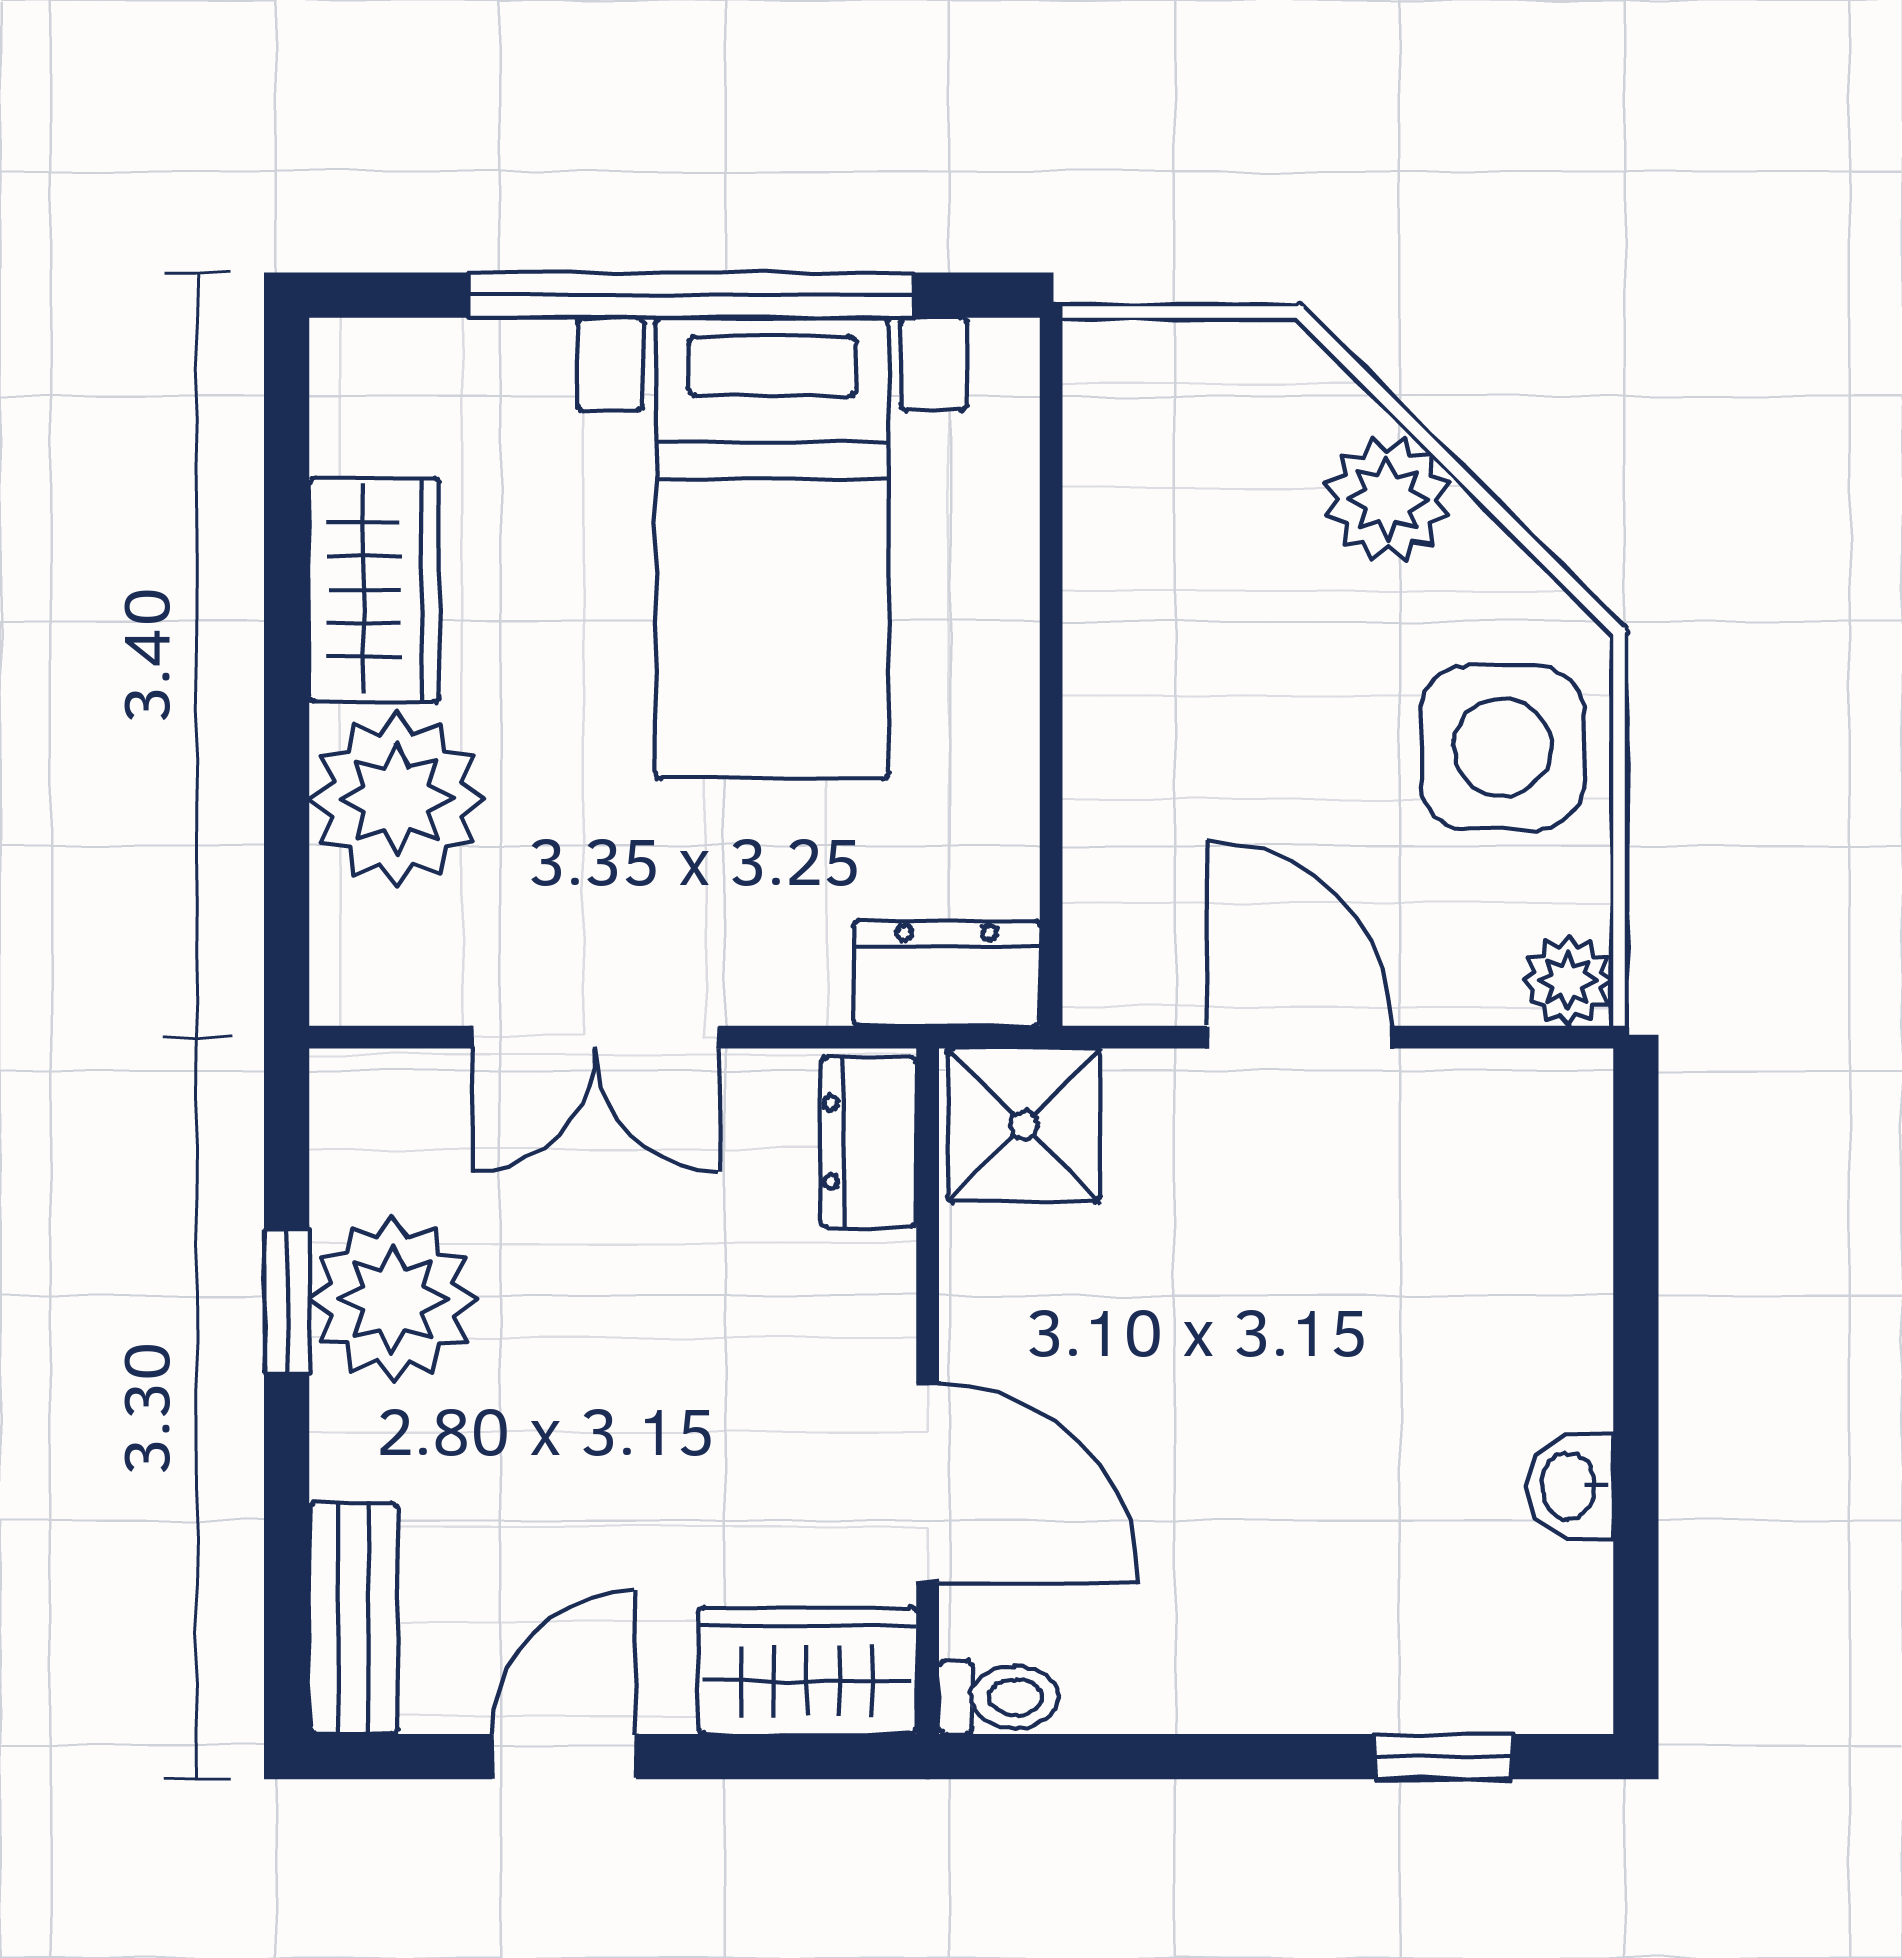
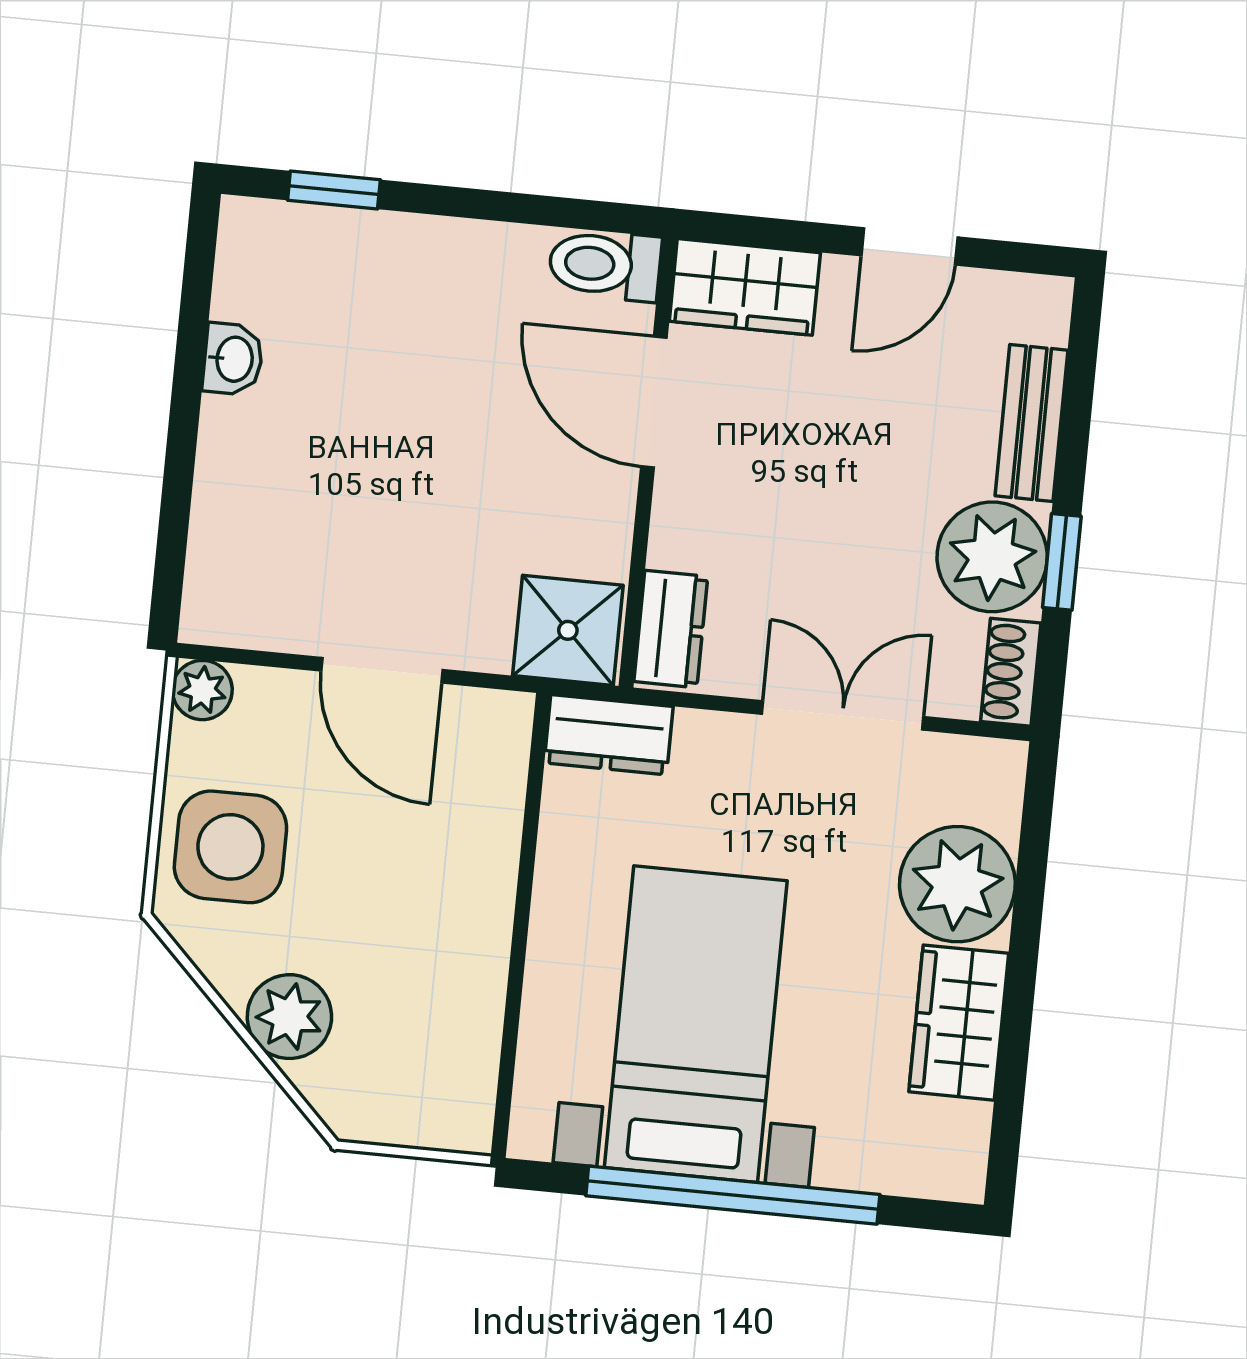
shoe rack: (348, 1127) -> (1011, 672), added
bench: (353, 1618) -> (1031, 423), moved
toilet: (999, 1697) -> (605, 265), width x1.37, depth x1.39

